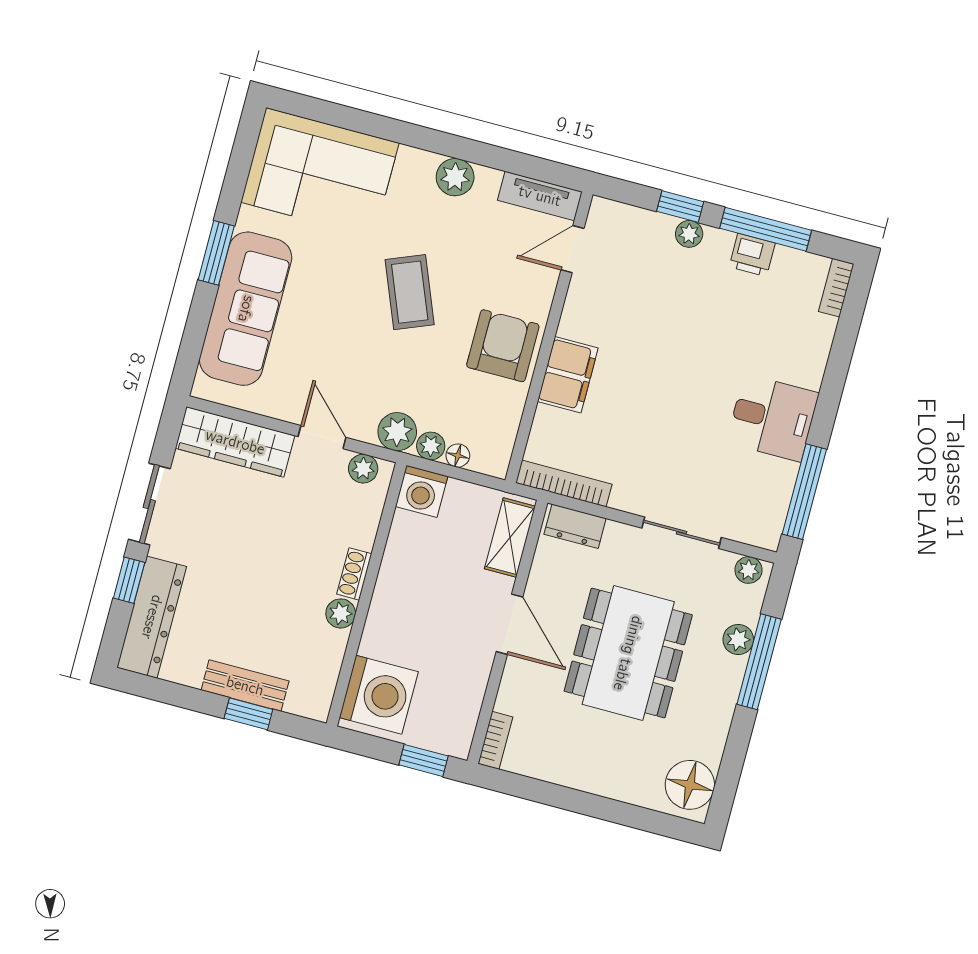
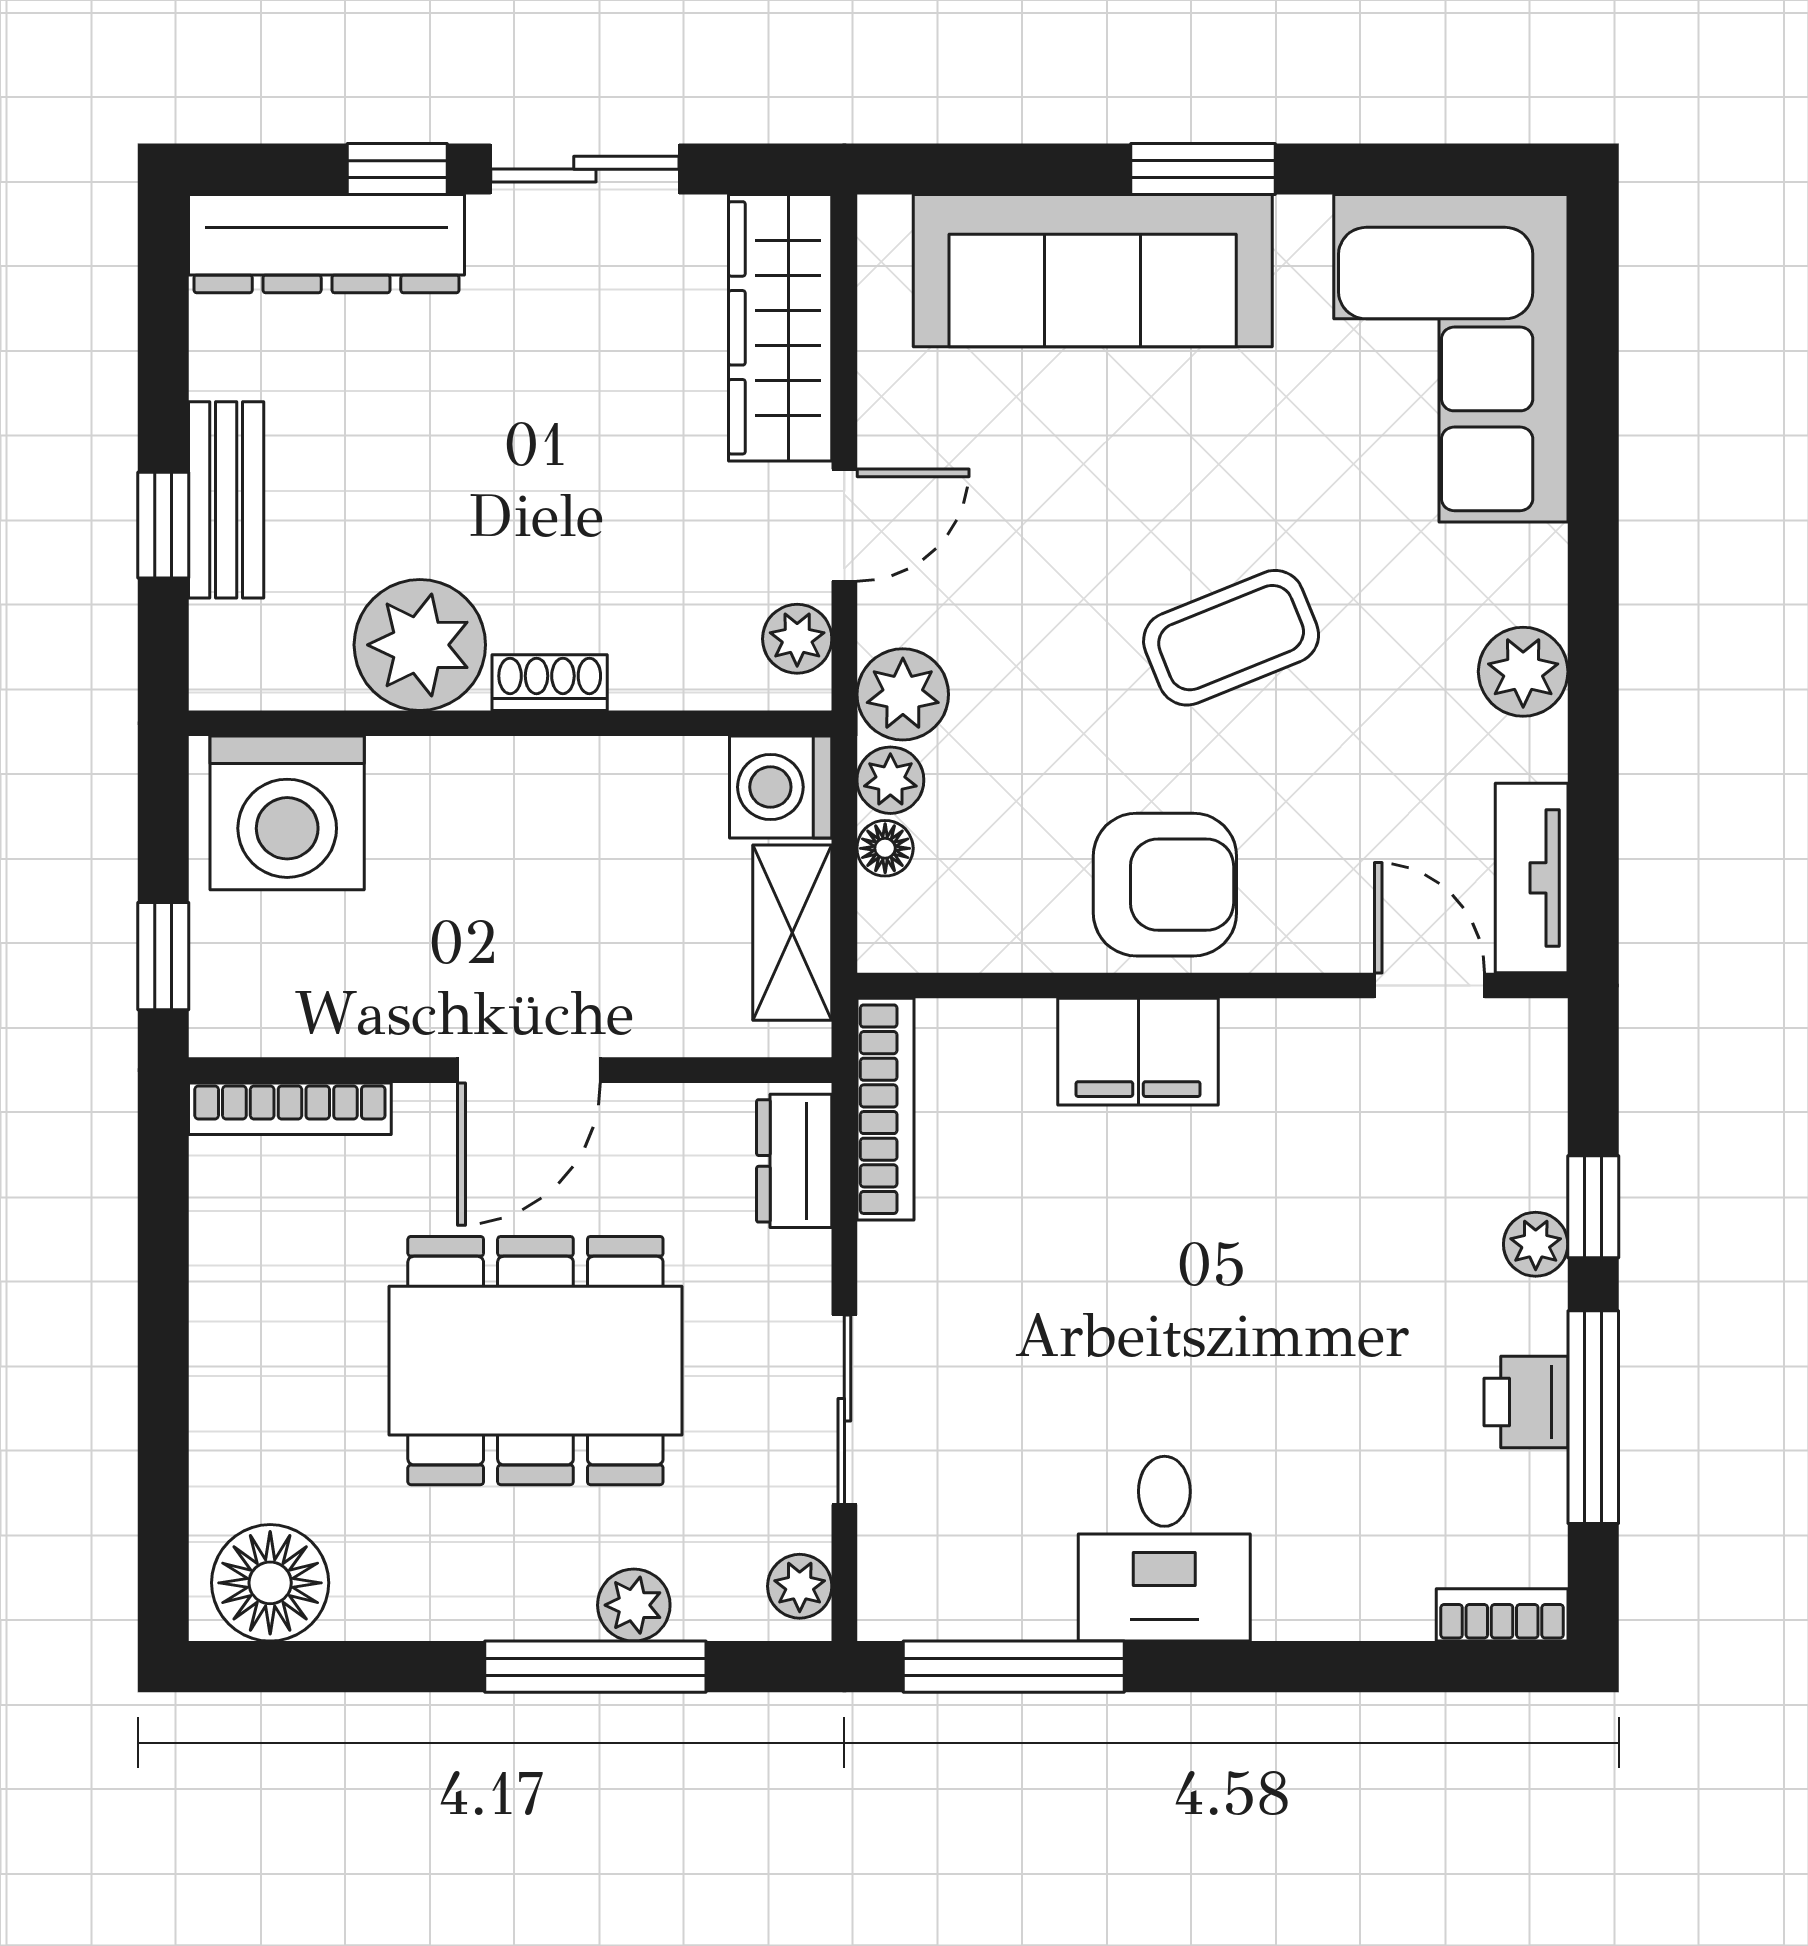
shelving: (510, 538) -> (792, 933), moved, turned 90
plant: (341, 613) -> (420, 645), width x1.87, depth x1.87
bookcase: (495, 740) -> (290, 1109), width x1.56

